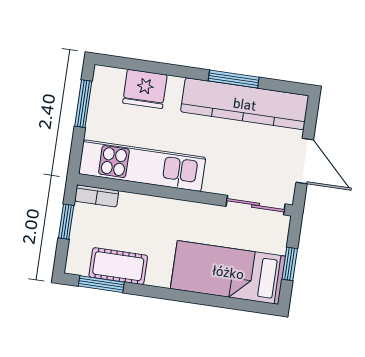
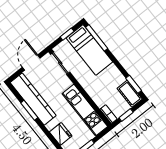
cot: (118, 266) -> (130, 94), moved
window: (235, 304) -> (97, 38), added

